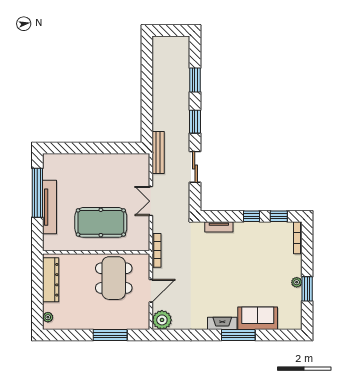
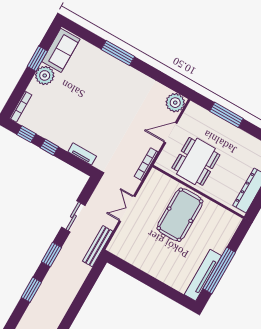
double door: (151, 201) -> (127, 209), swing flipped
tv unit: (50, 207) -> (203, 275), moved
pool table: (101, 222) -> (180, 215), turned 90
plant: (297, 282) -> (45, 75), width x1.88, depth x1.88
sofa: (258, 318) -> (61, 50), moved, turned -90
fireplace: (222, 323) -> (126, 71), removed

